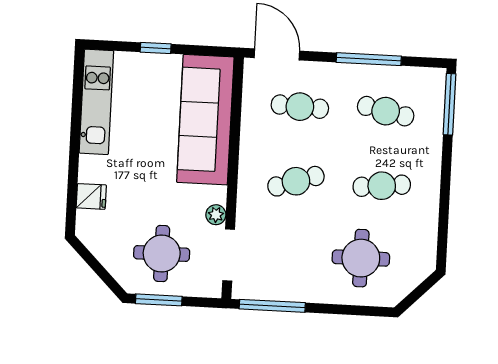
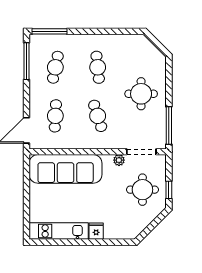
window: (156, 48) -> (27, 199), removed
window: (369, 59) -> (27, 61), moved
fridge: (91, 196) -> (96, 231), moved
round table: (361, 258) -> (141, 94), moved
window: (159, 300) -> (169, 190), width x0.67

